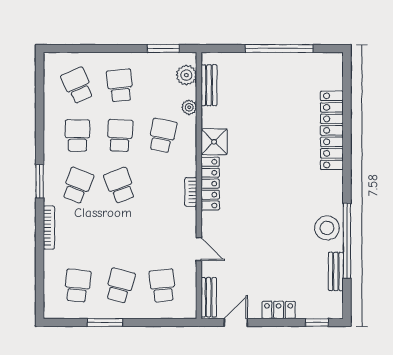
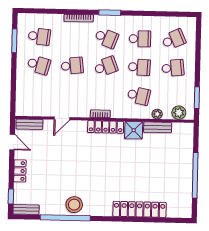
bench: (209, 85) -> (158, 127), moved
bench: (336, 271) -> (26, 210), moved
school desk: (162, 286) -> (72, 66), moved
window: (105, 322) -> (14, 41), moved

